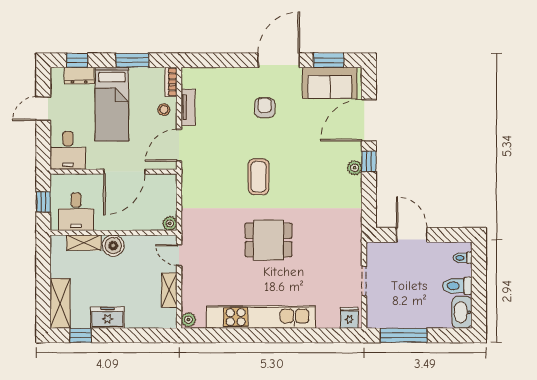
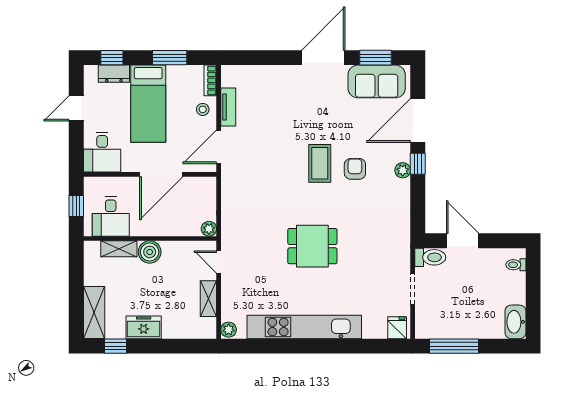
armchair: (265, 108) -> (355, 169), moved
coffee table: (259, 177) -> (320, 163), moved
toilet: (457, 286) -> (430, 257), moved, turned 180

